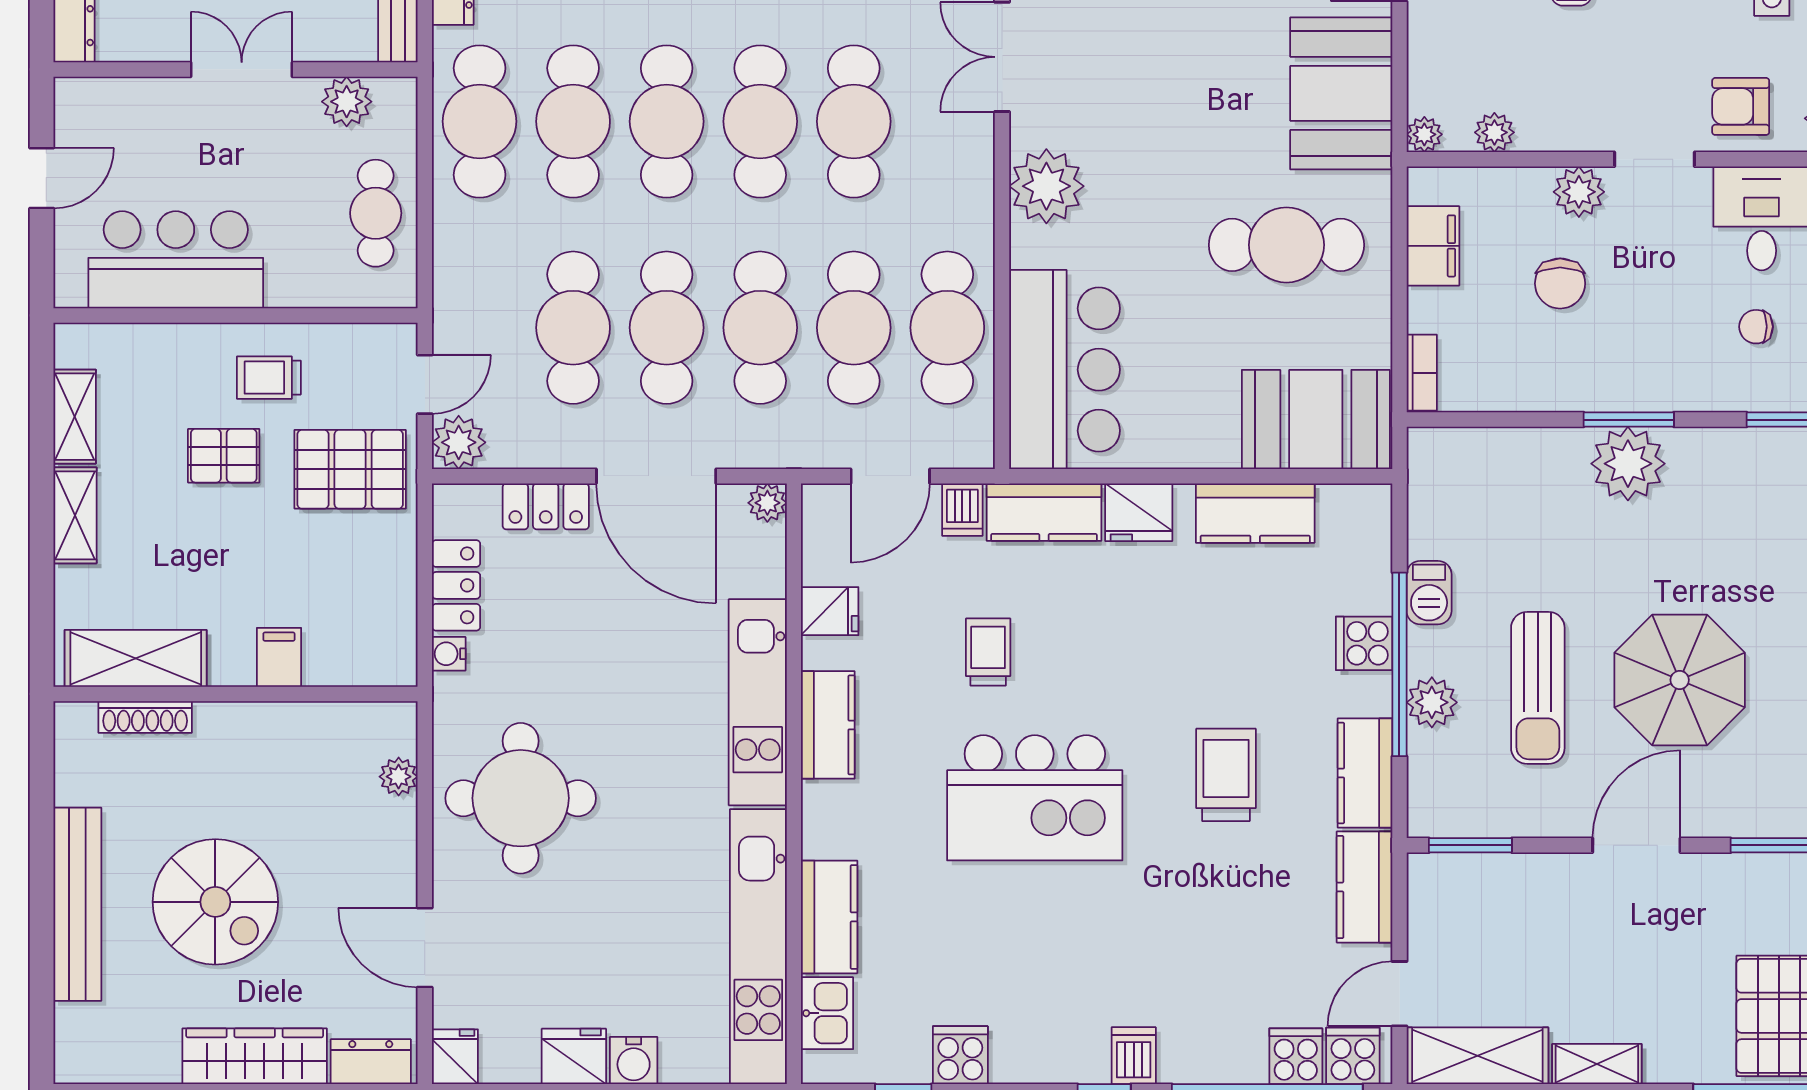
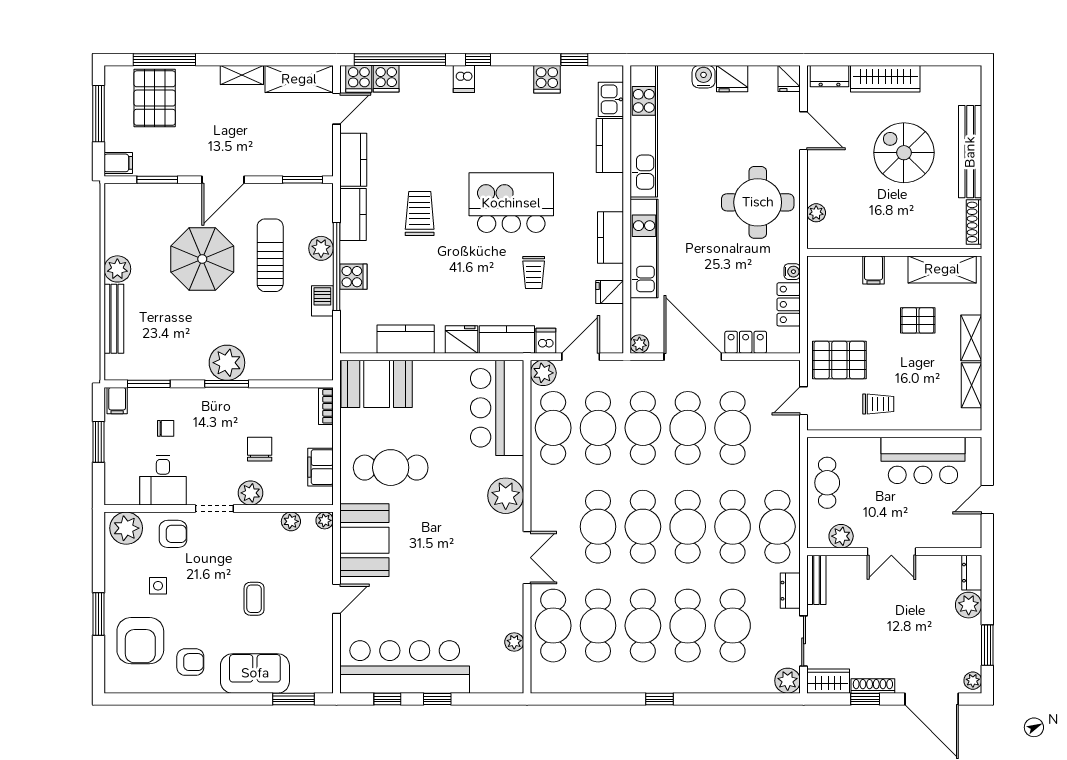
plant: (459, 442) -> (543, 373), moved
pallet: (224, 456) -> (918, 320), moved
shoe rack: (145, 717) -> (974, 222), moved, turned -90
trolley: (1226, 775) -> (420, 214), turned 180

